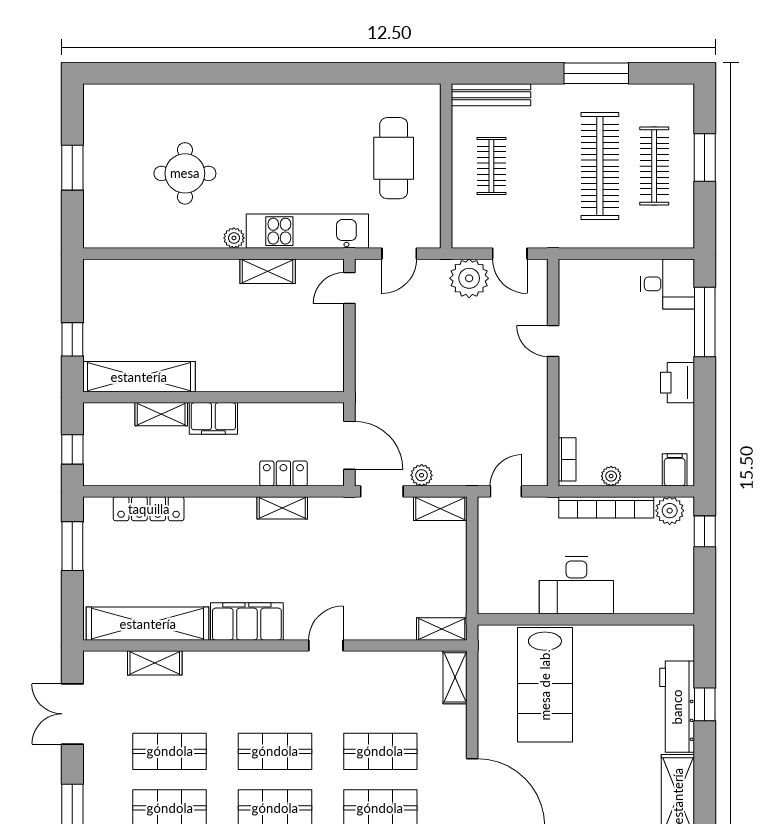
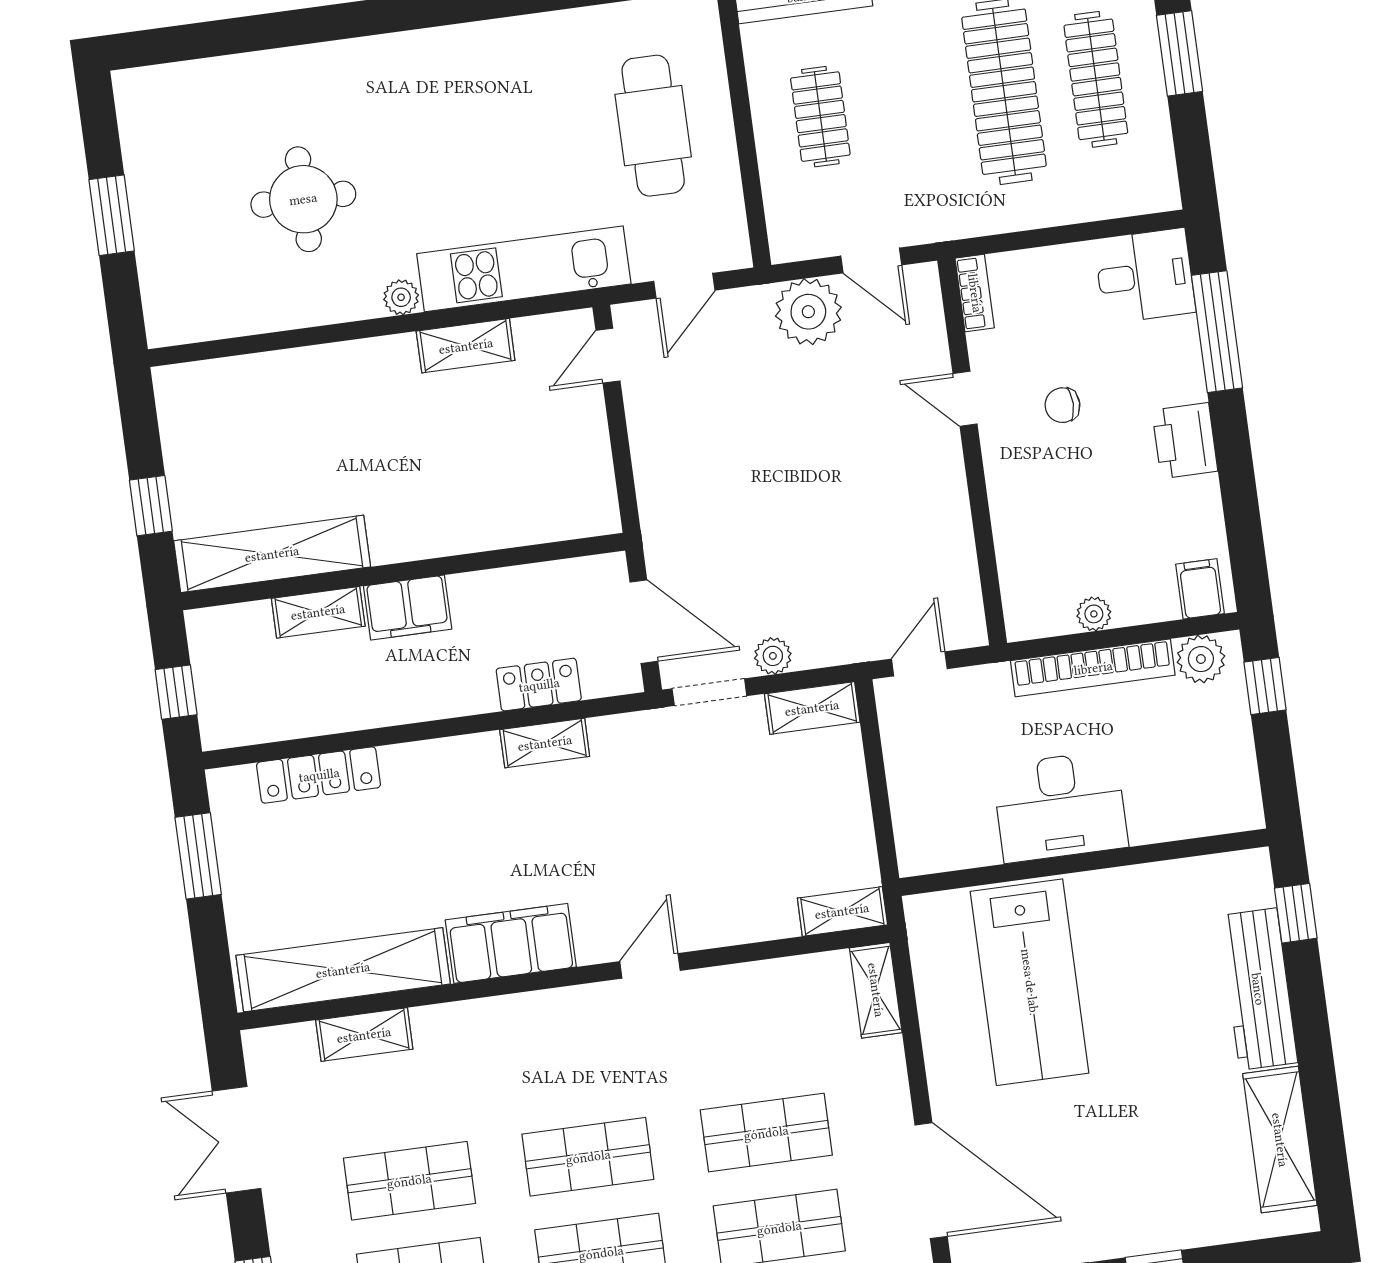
chair: (609, 352) -> (1062, 405), added
bookcase: (567, 459) -> (975, 293), moved
window: (705, 704) -> (1296, 913), moved

